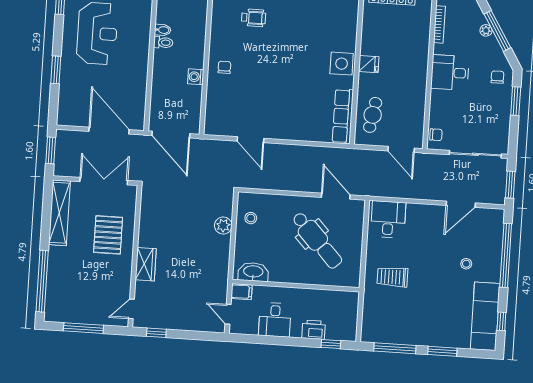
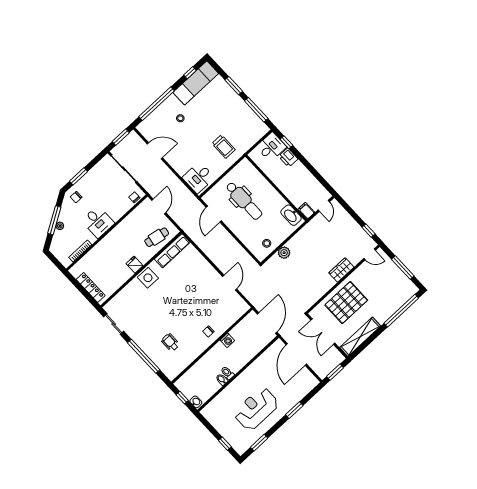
pallet: (108, 235) -> (346, 303), width x1.37, depth x1.41
dental chair: (317, 240) -> (244, 201), turned 133
desk: (275, 320) -> (271, 147), moved

